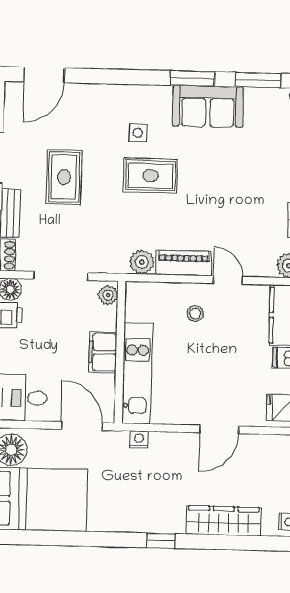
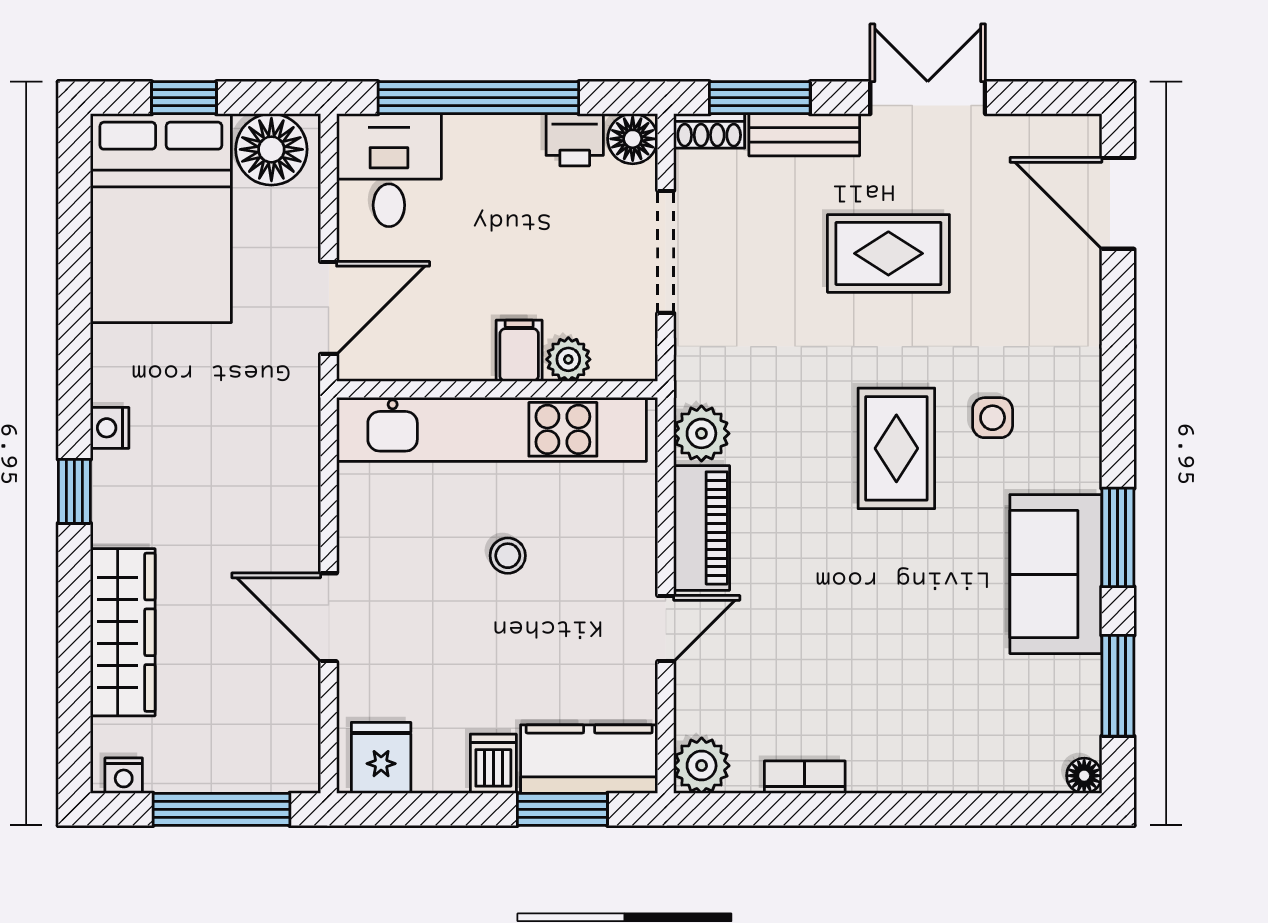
plant: (108, 295) -> (568, 359), moved
stool: (195, 314) -> (508, 556), moved
filing cabinet: (103, 352) -> (519, 351), width x0.50
kitchen unit: (137, 373) -> (492, 429), width x1.36
nightstand: (139, 440) -> (110, 428), moved, turned 180

